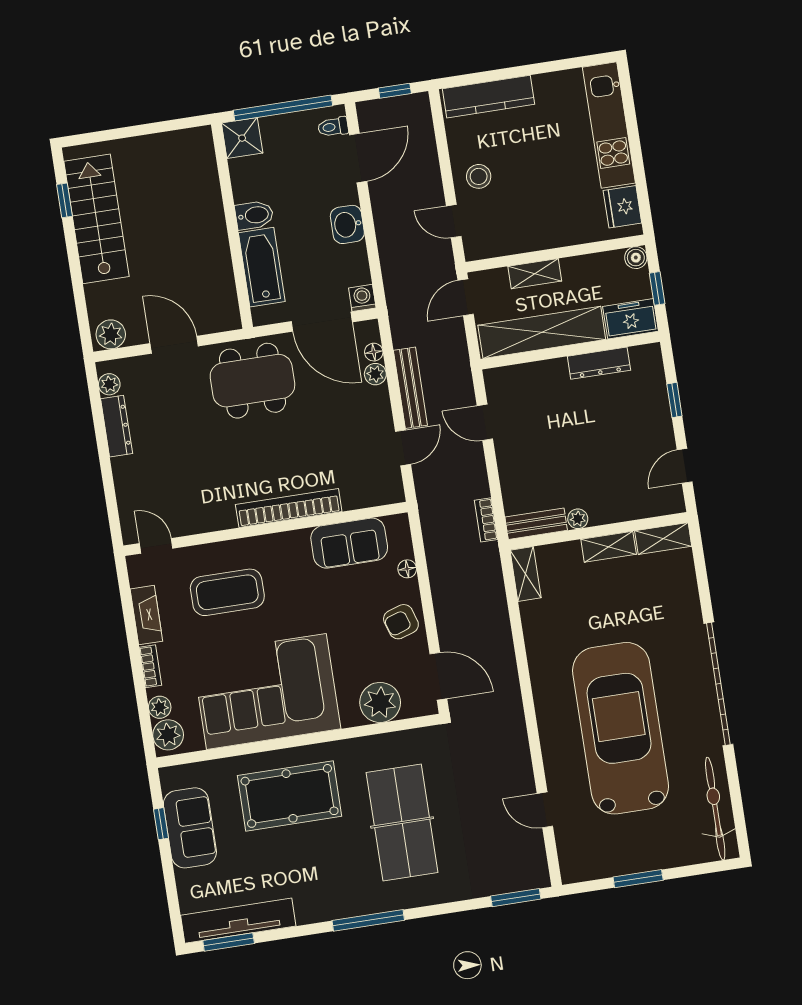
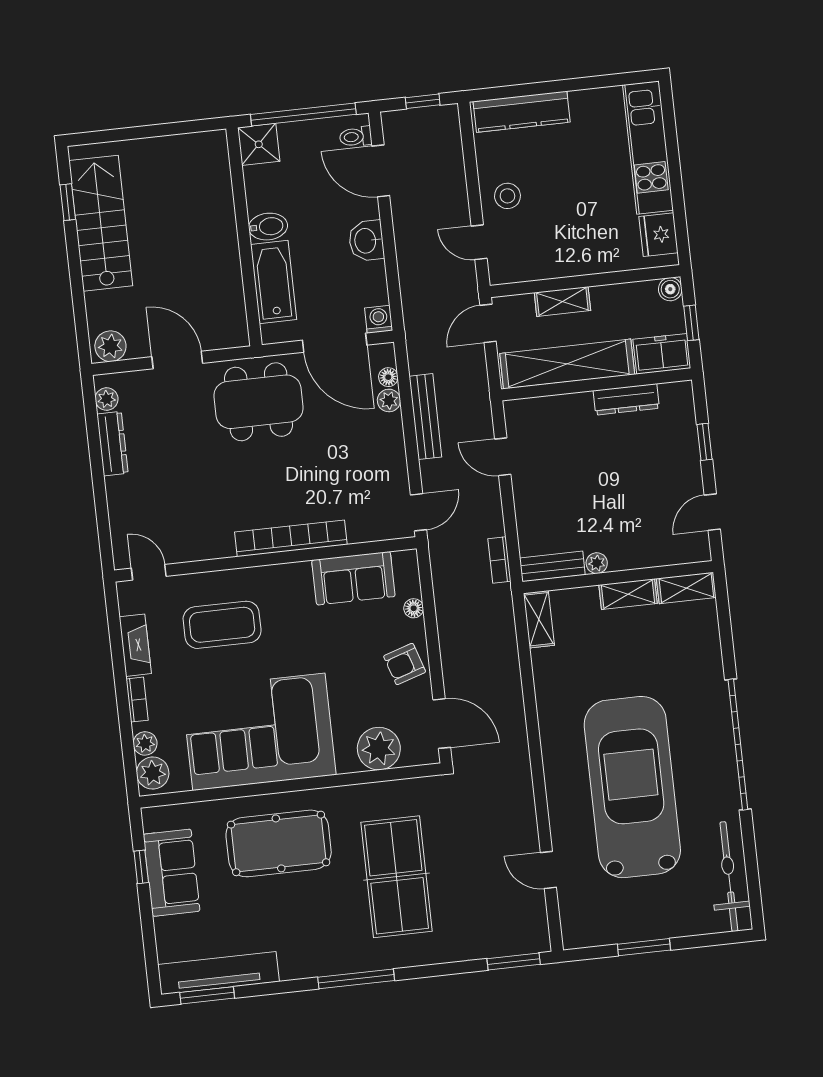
door: (358, 158) -> (381, 171), swing flipped
door: (403, 448) -> (418, 512), moved

